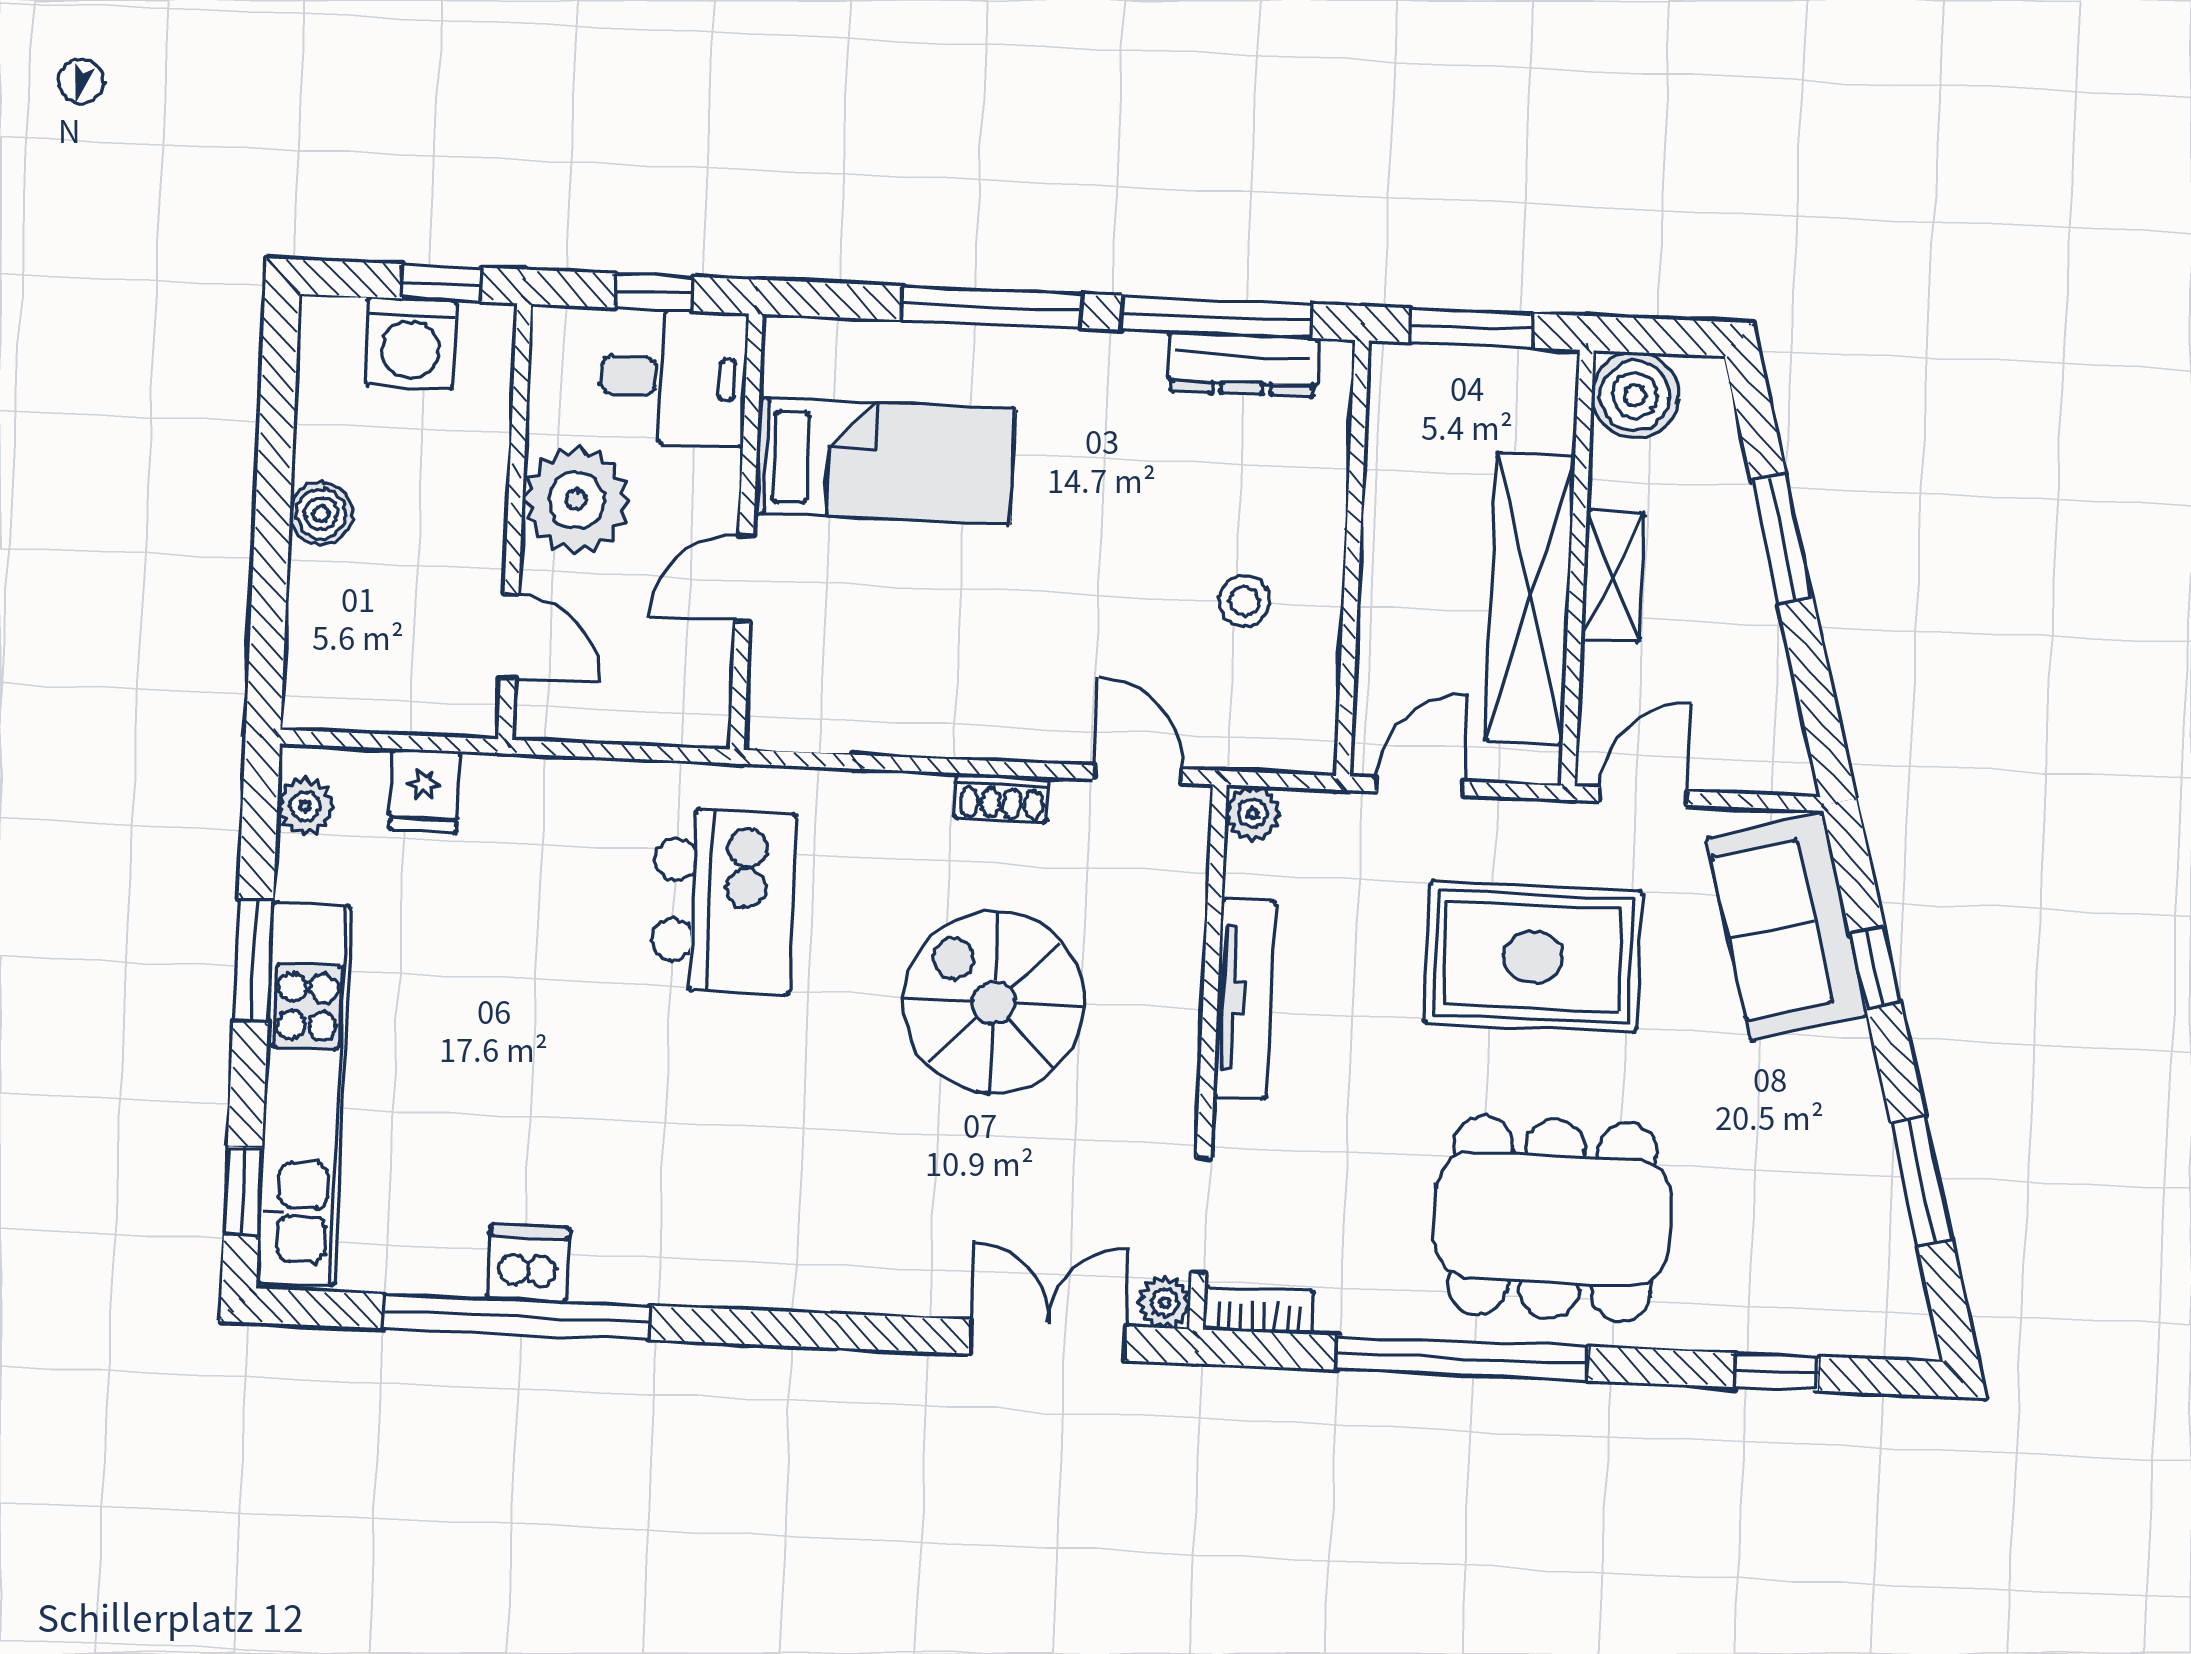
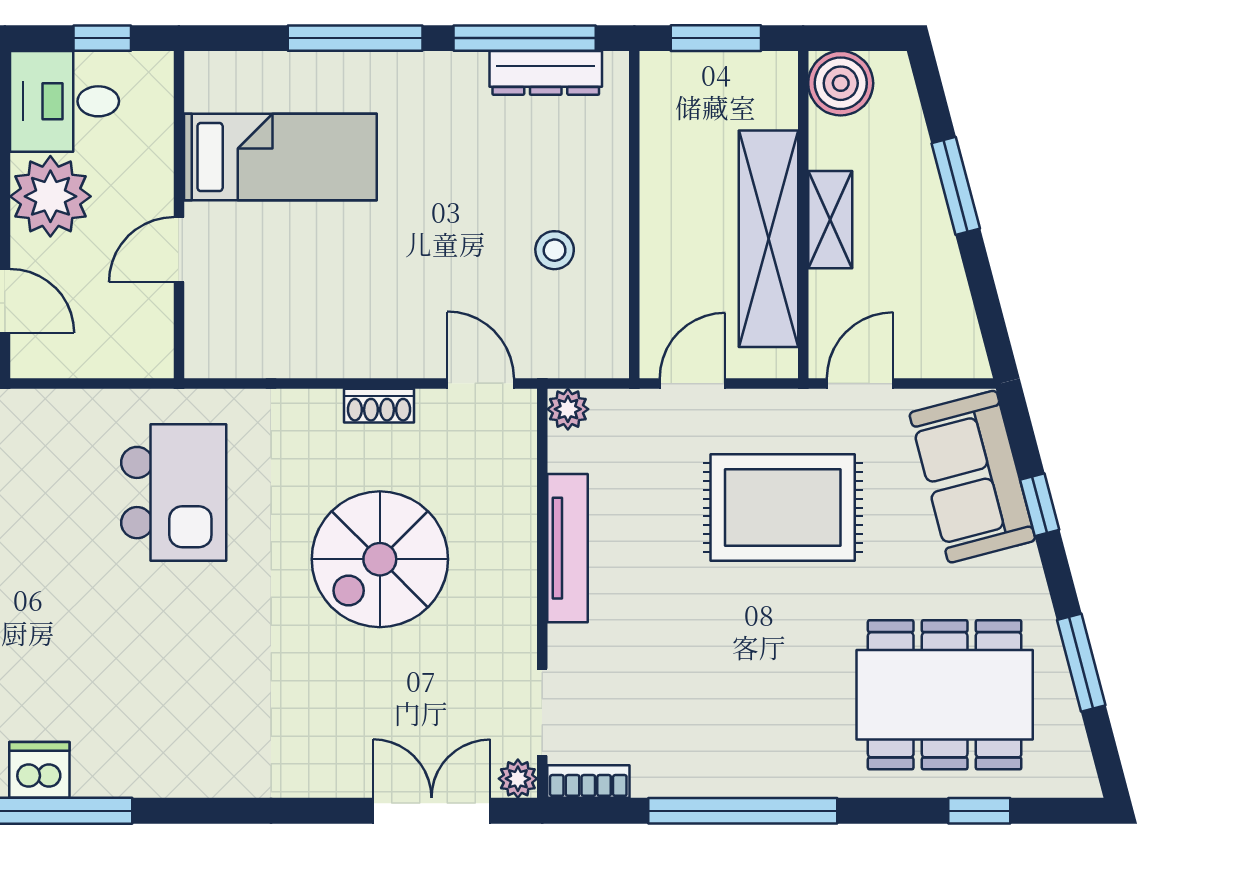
desk: (674, 377) -> (64, 101), moved, turned 180
spiral stairs: (994, 1002) -> (380, 559), turned -90
dining table: (1552, 1219) -> (945, 695), moved

